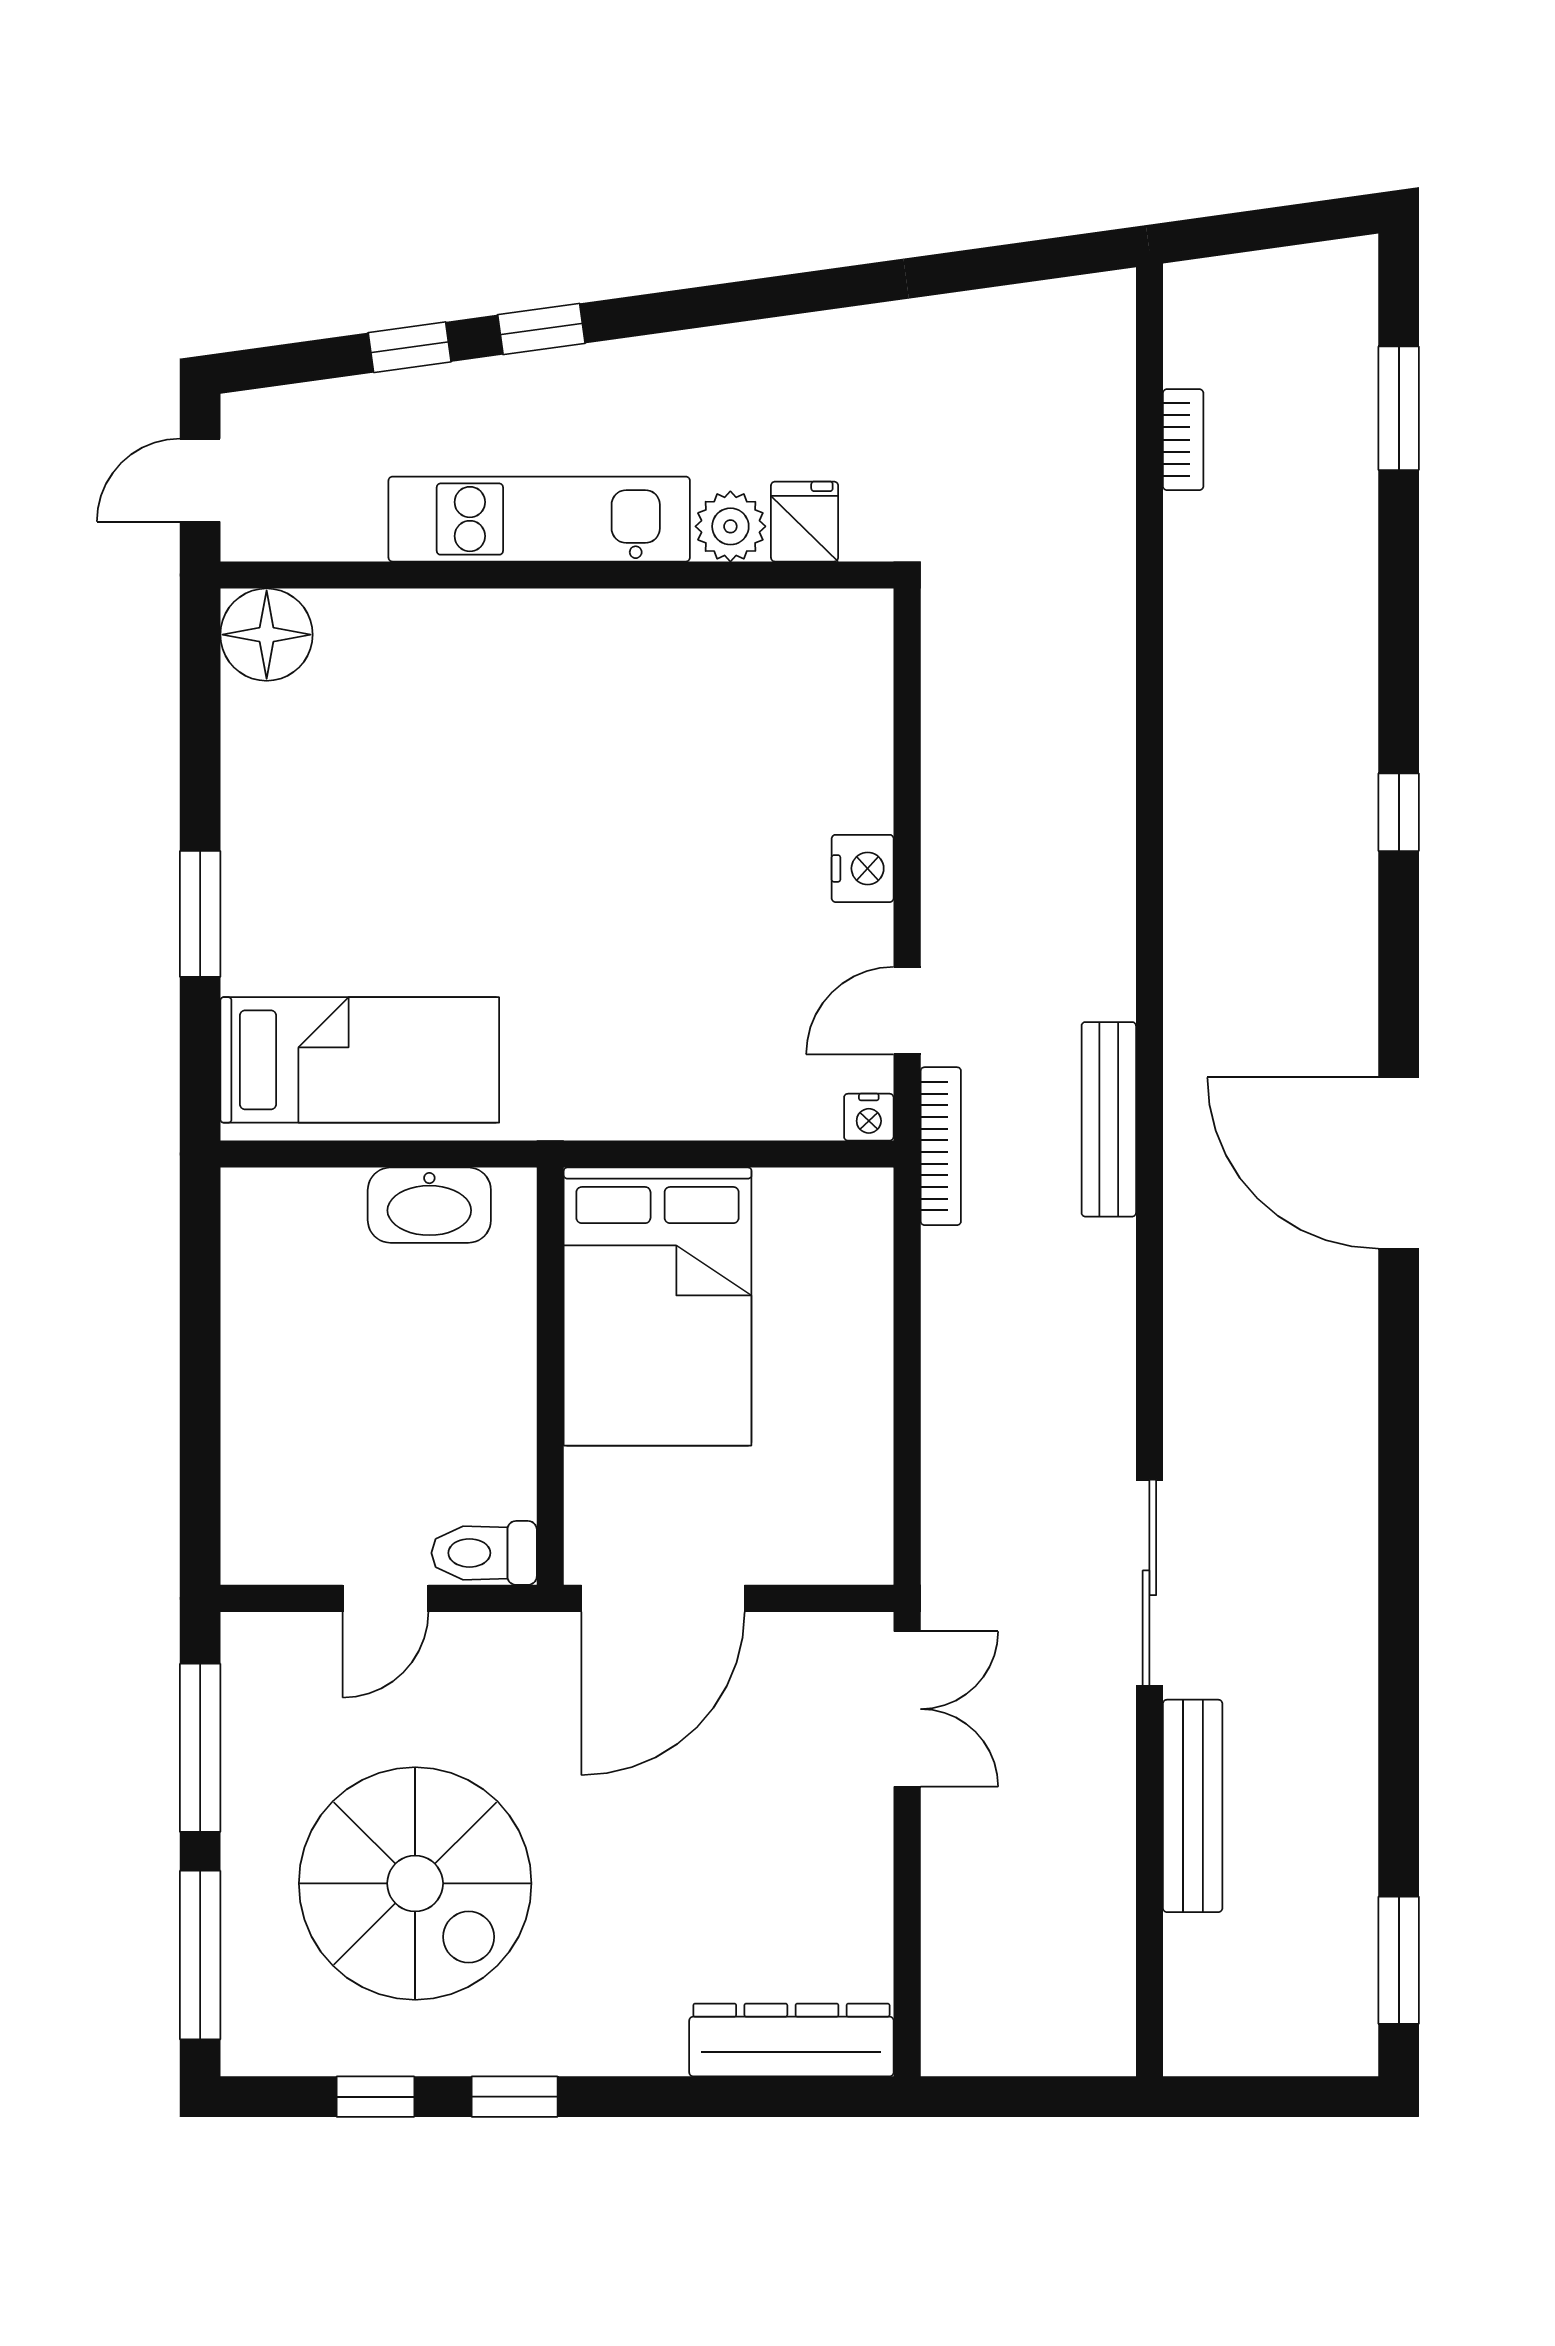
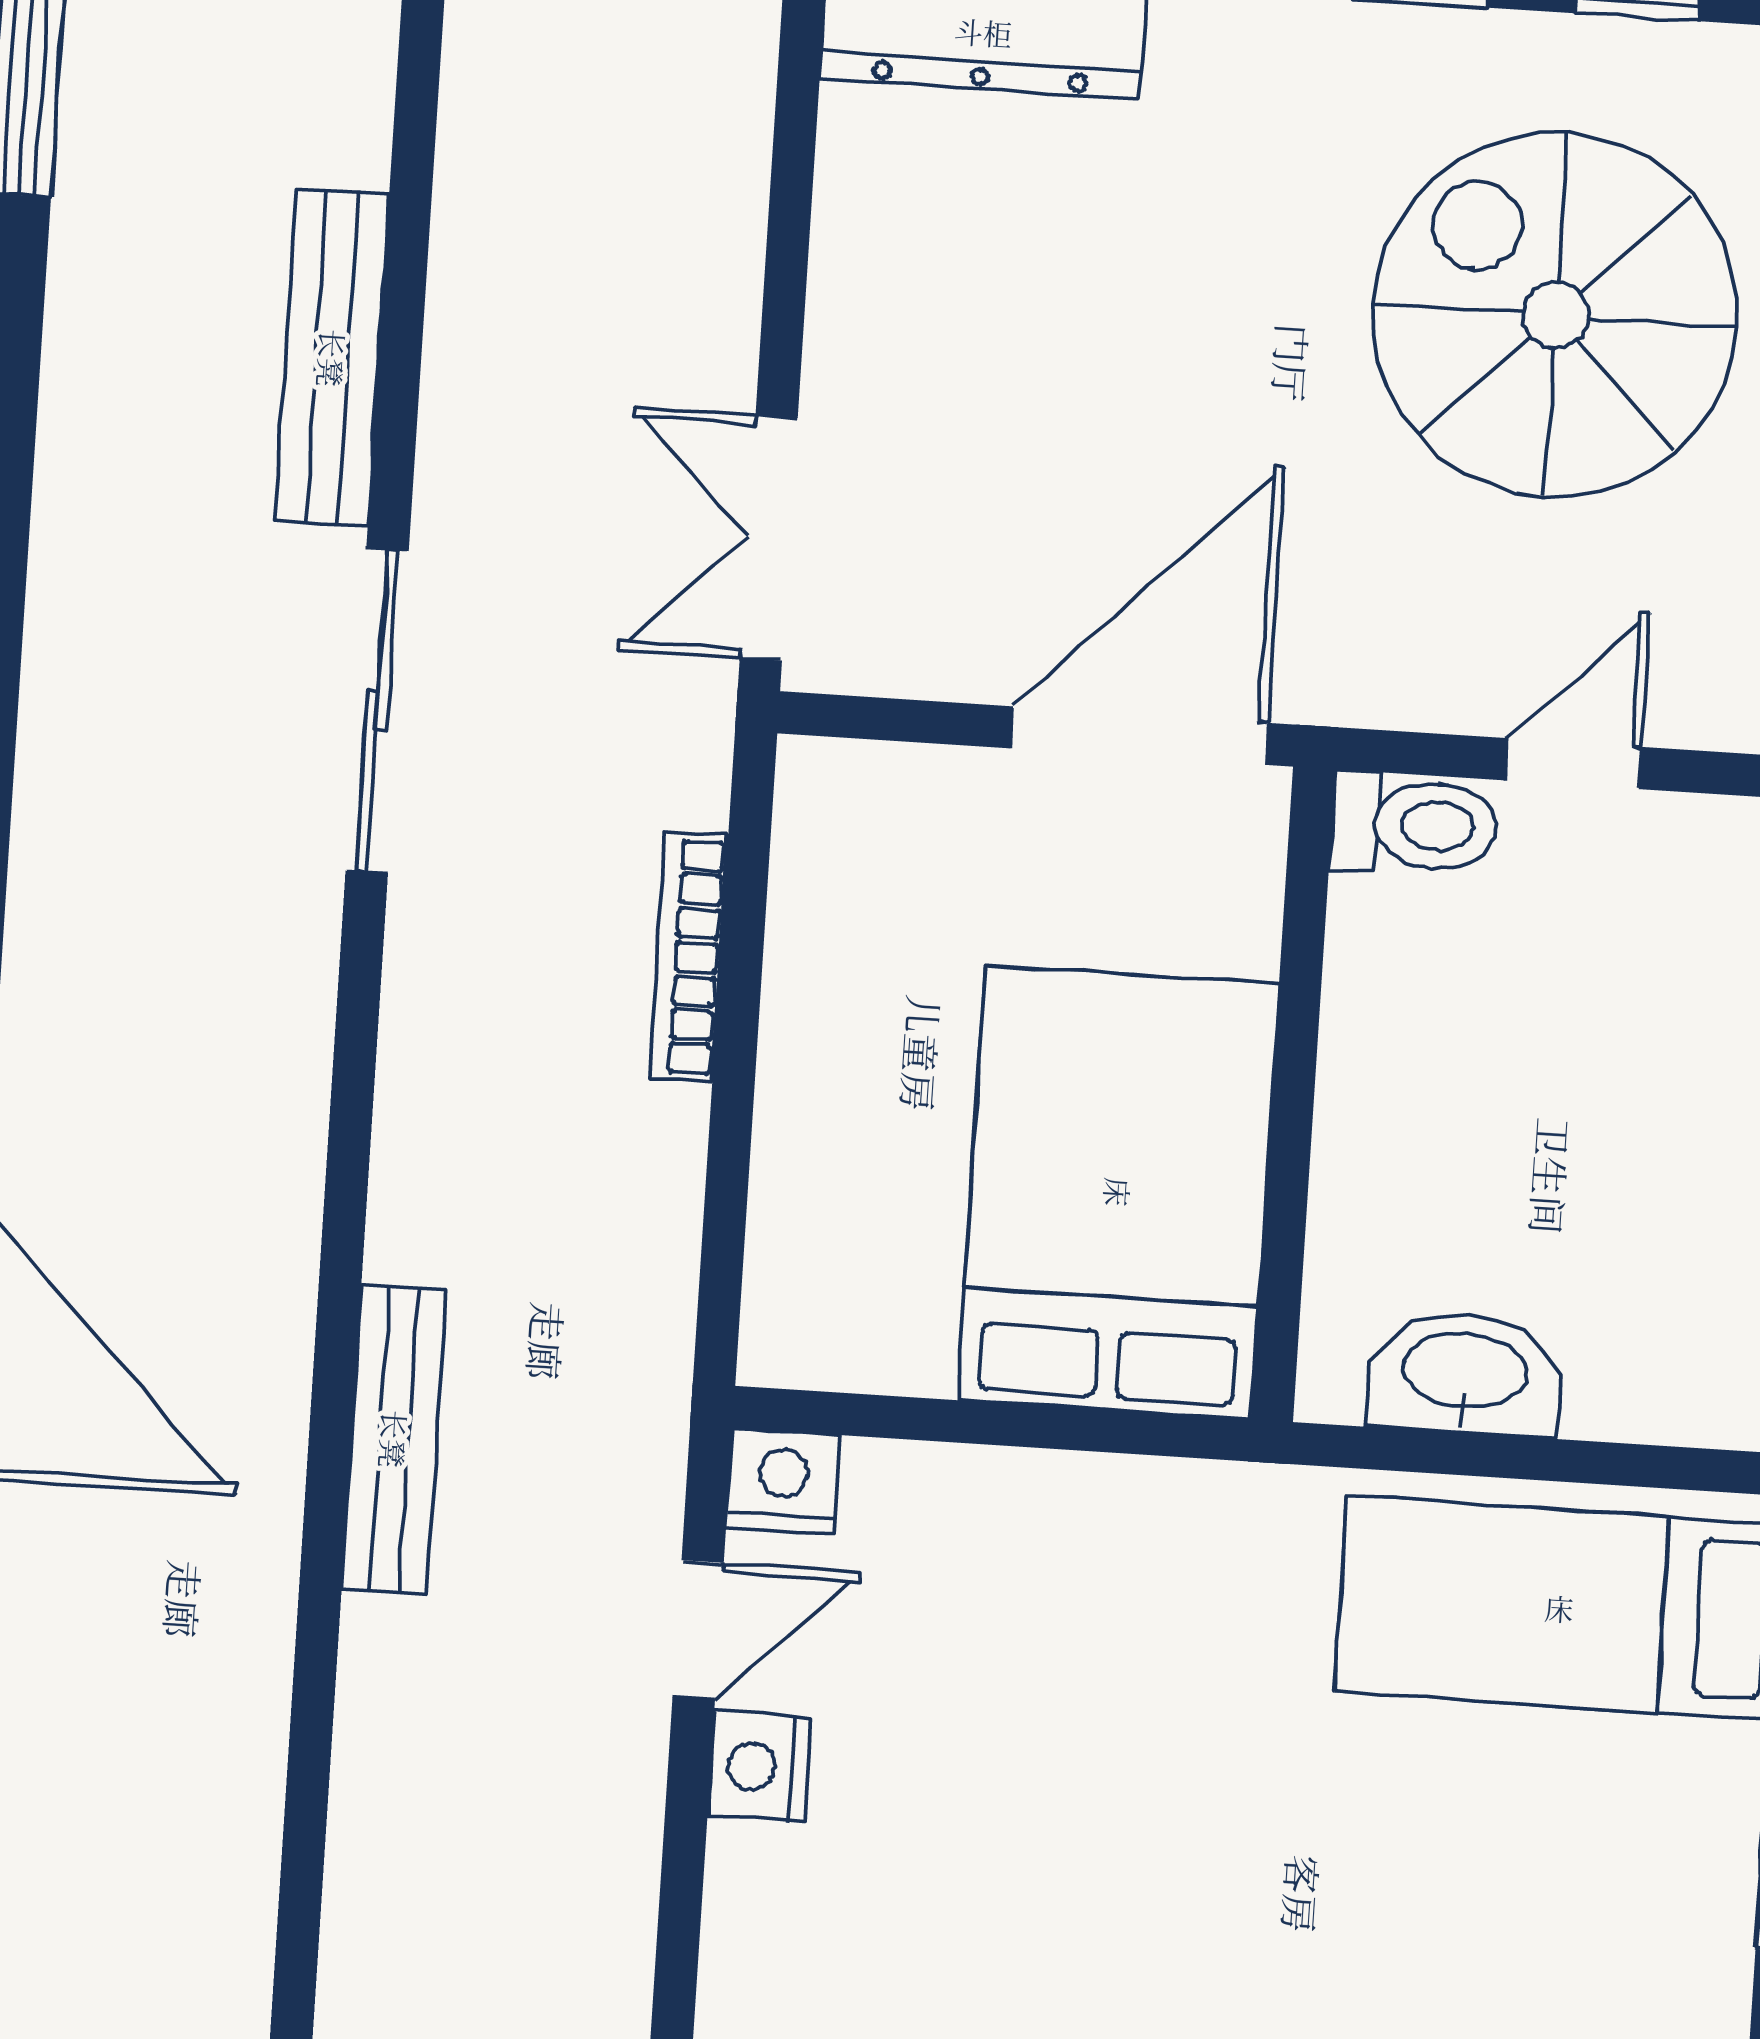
nightstand: (863, 868) -> (759, 1767), moved
nightstand: (869, 1117) -> (783, 1481), width x1.39, depth x1.35
bookcase: (941, 1146) -> (689, 957), moved

